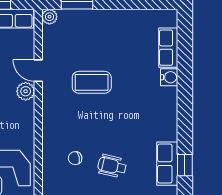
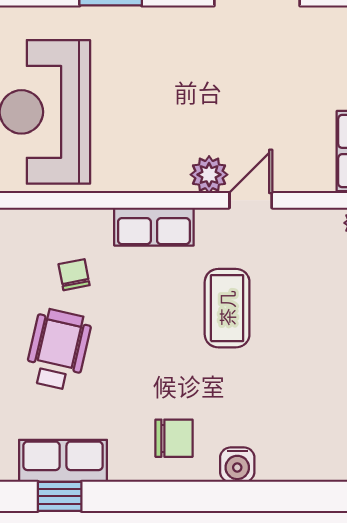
row of seats: (168, 48) -> (154, 227), moved, turned 180
chair: (156, 109) -> (174, 438), added
wheelchair: (112, 166) -> (58, 349), width x1.36, depth x1.37

